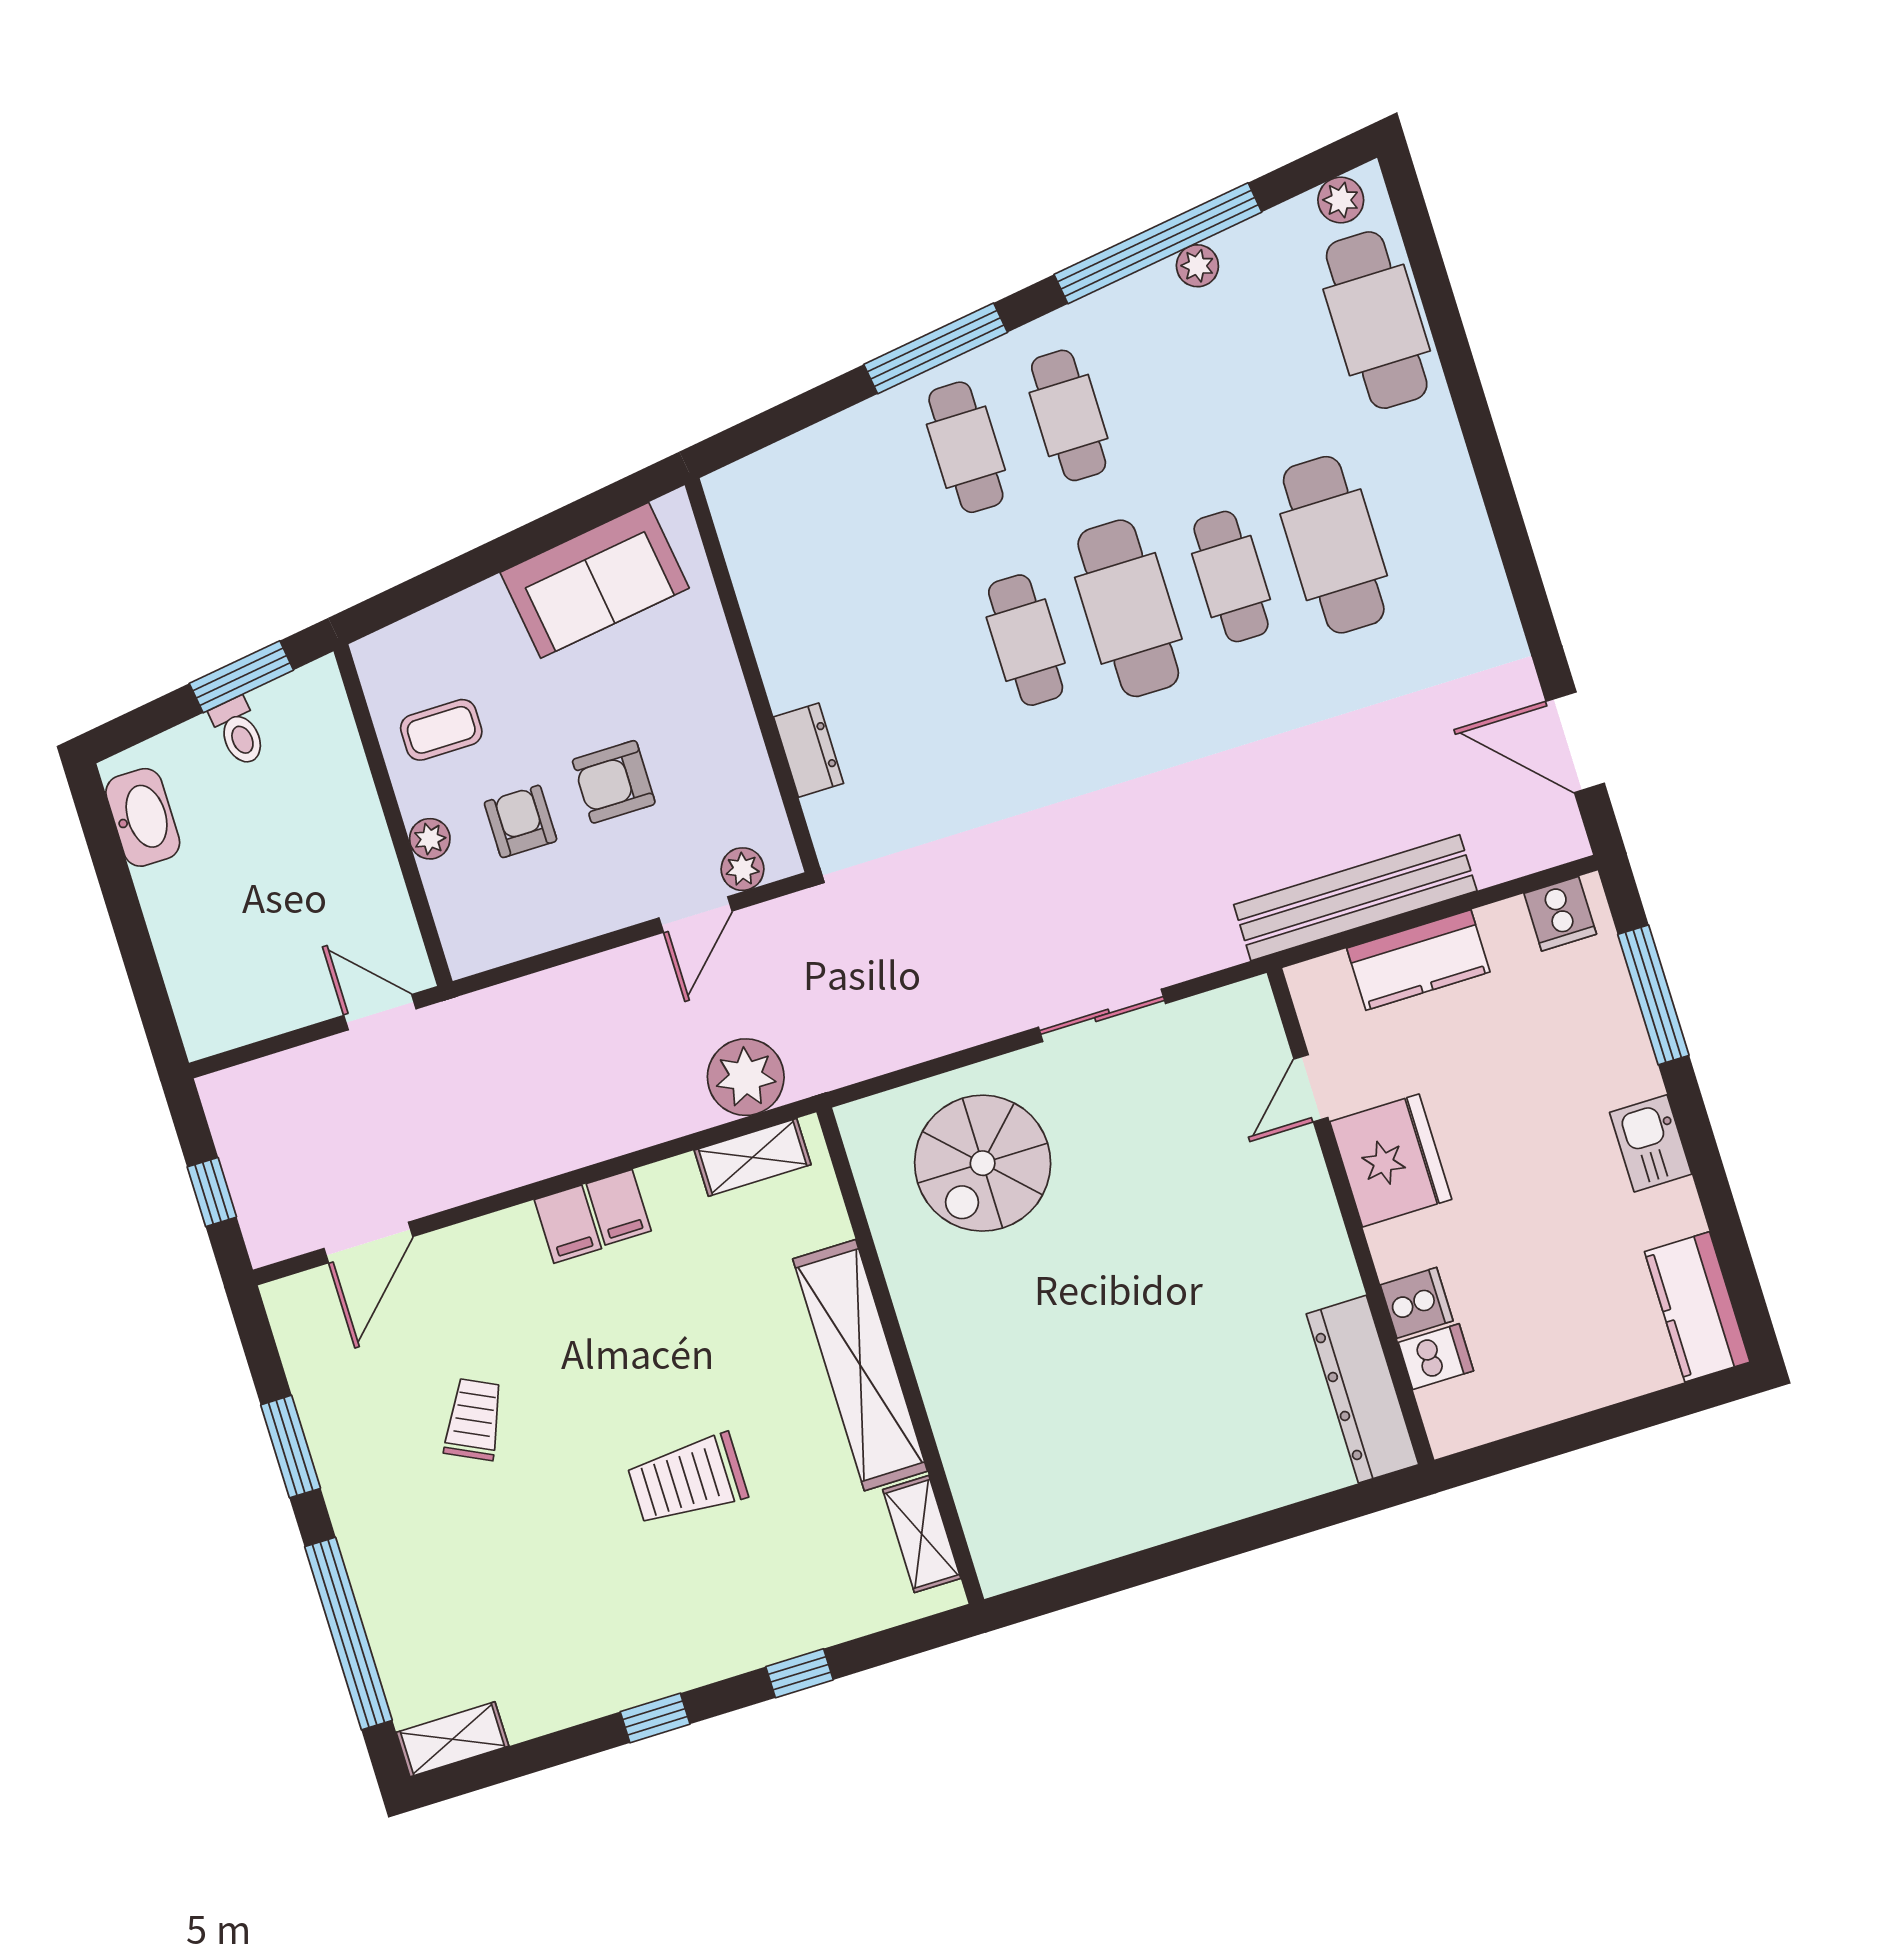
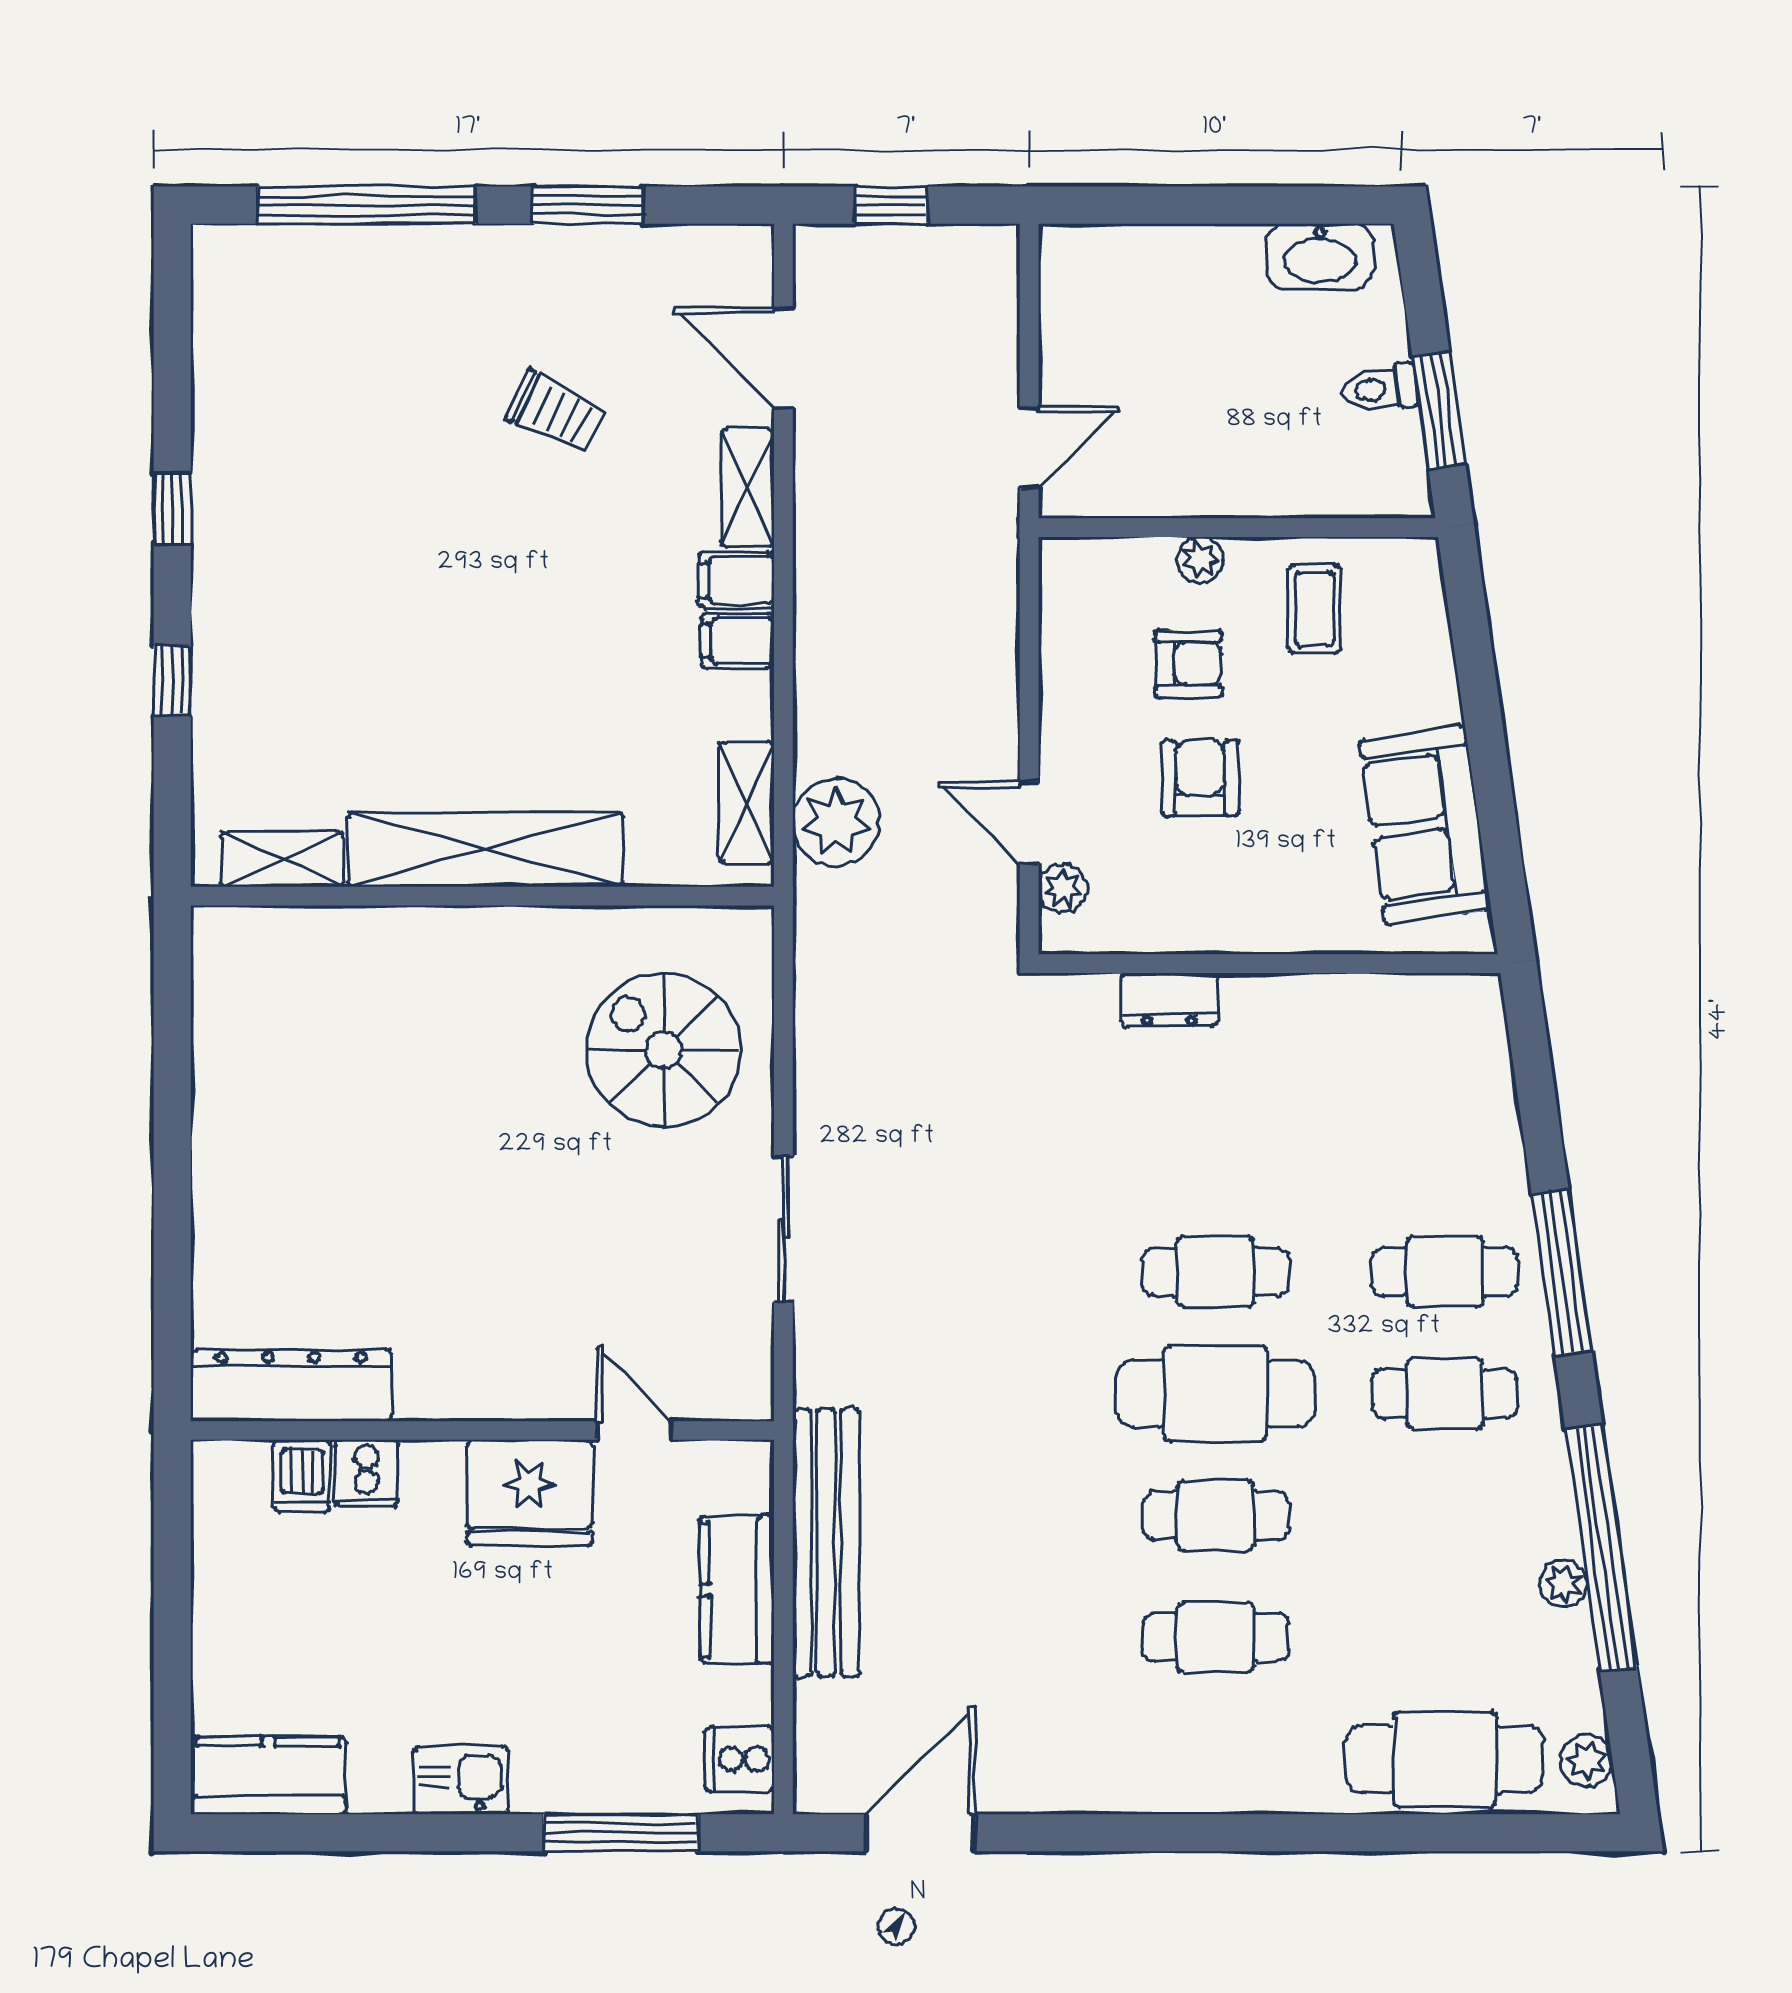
cafe table: (1334, 545) -> (1216, 1637), width x0.73, depth x0.74
trolley: (687, 1480) -> (419, 624), removed
shelving: (452, 1739) -> (748, 488), moved

